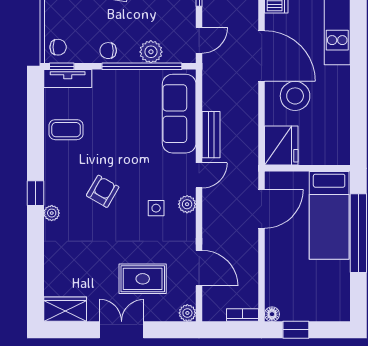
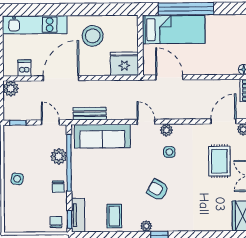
stool: (295, 96) -> (93, 36), moved
bench: (211, 135) -> (90, 114), moved
plant: (52, 213) -> (146, 226), moved
door: (199, 268) -> (223, 121), moved

